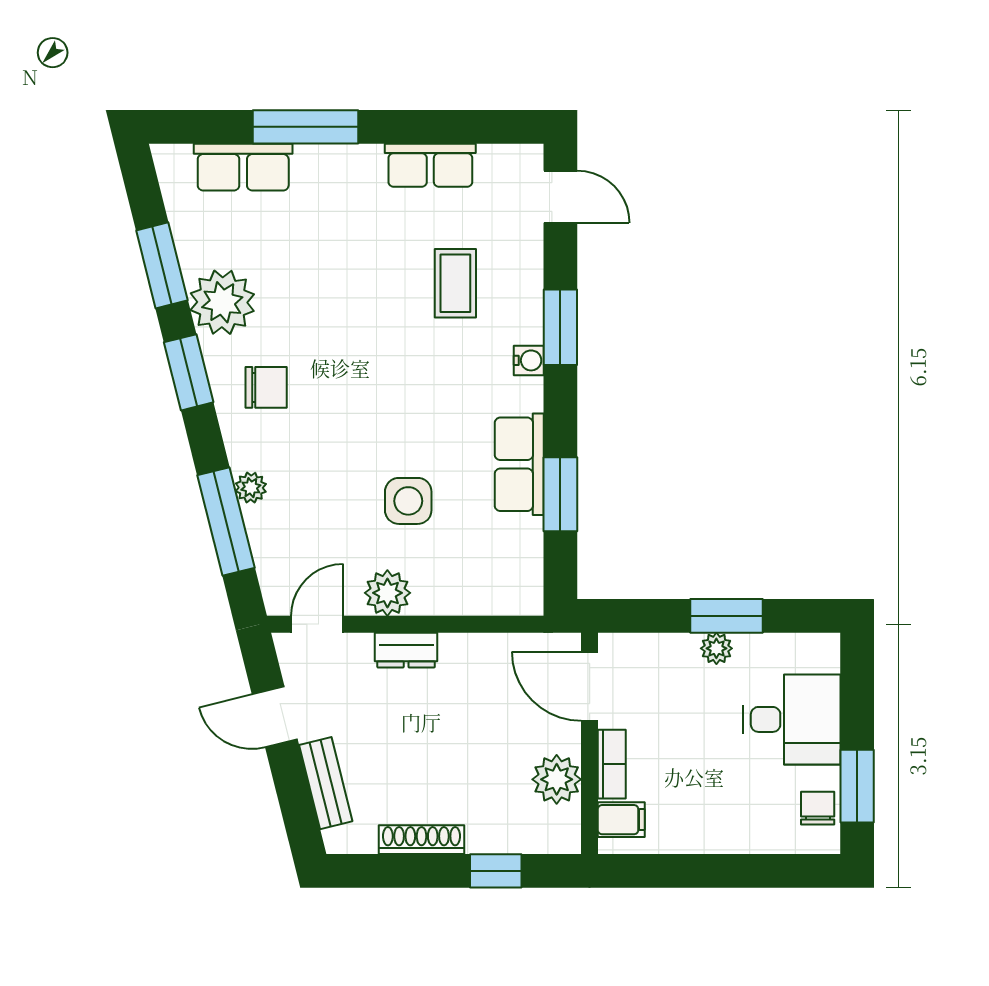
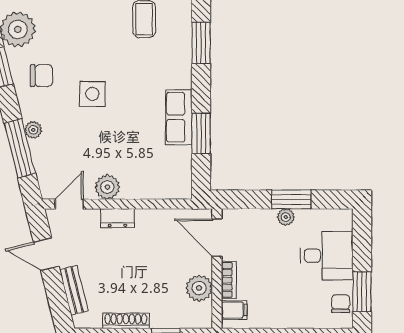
water cooler: (529, 360) -> (184, 61), removed
side table: (408, 501) -> (92, 94), moved

